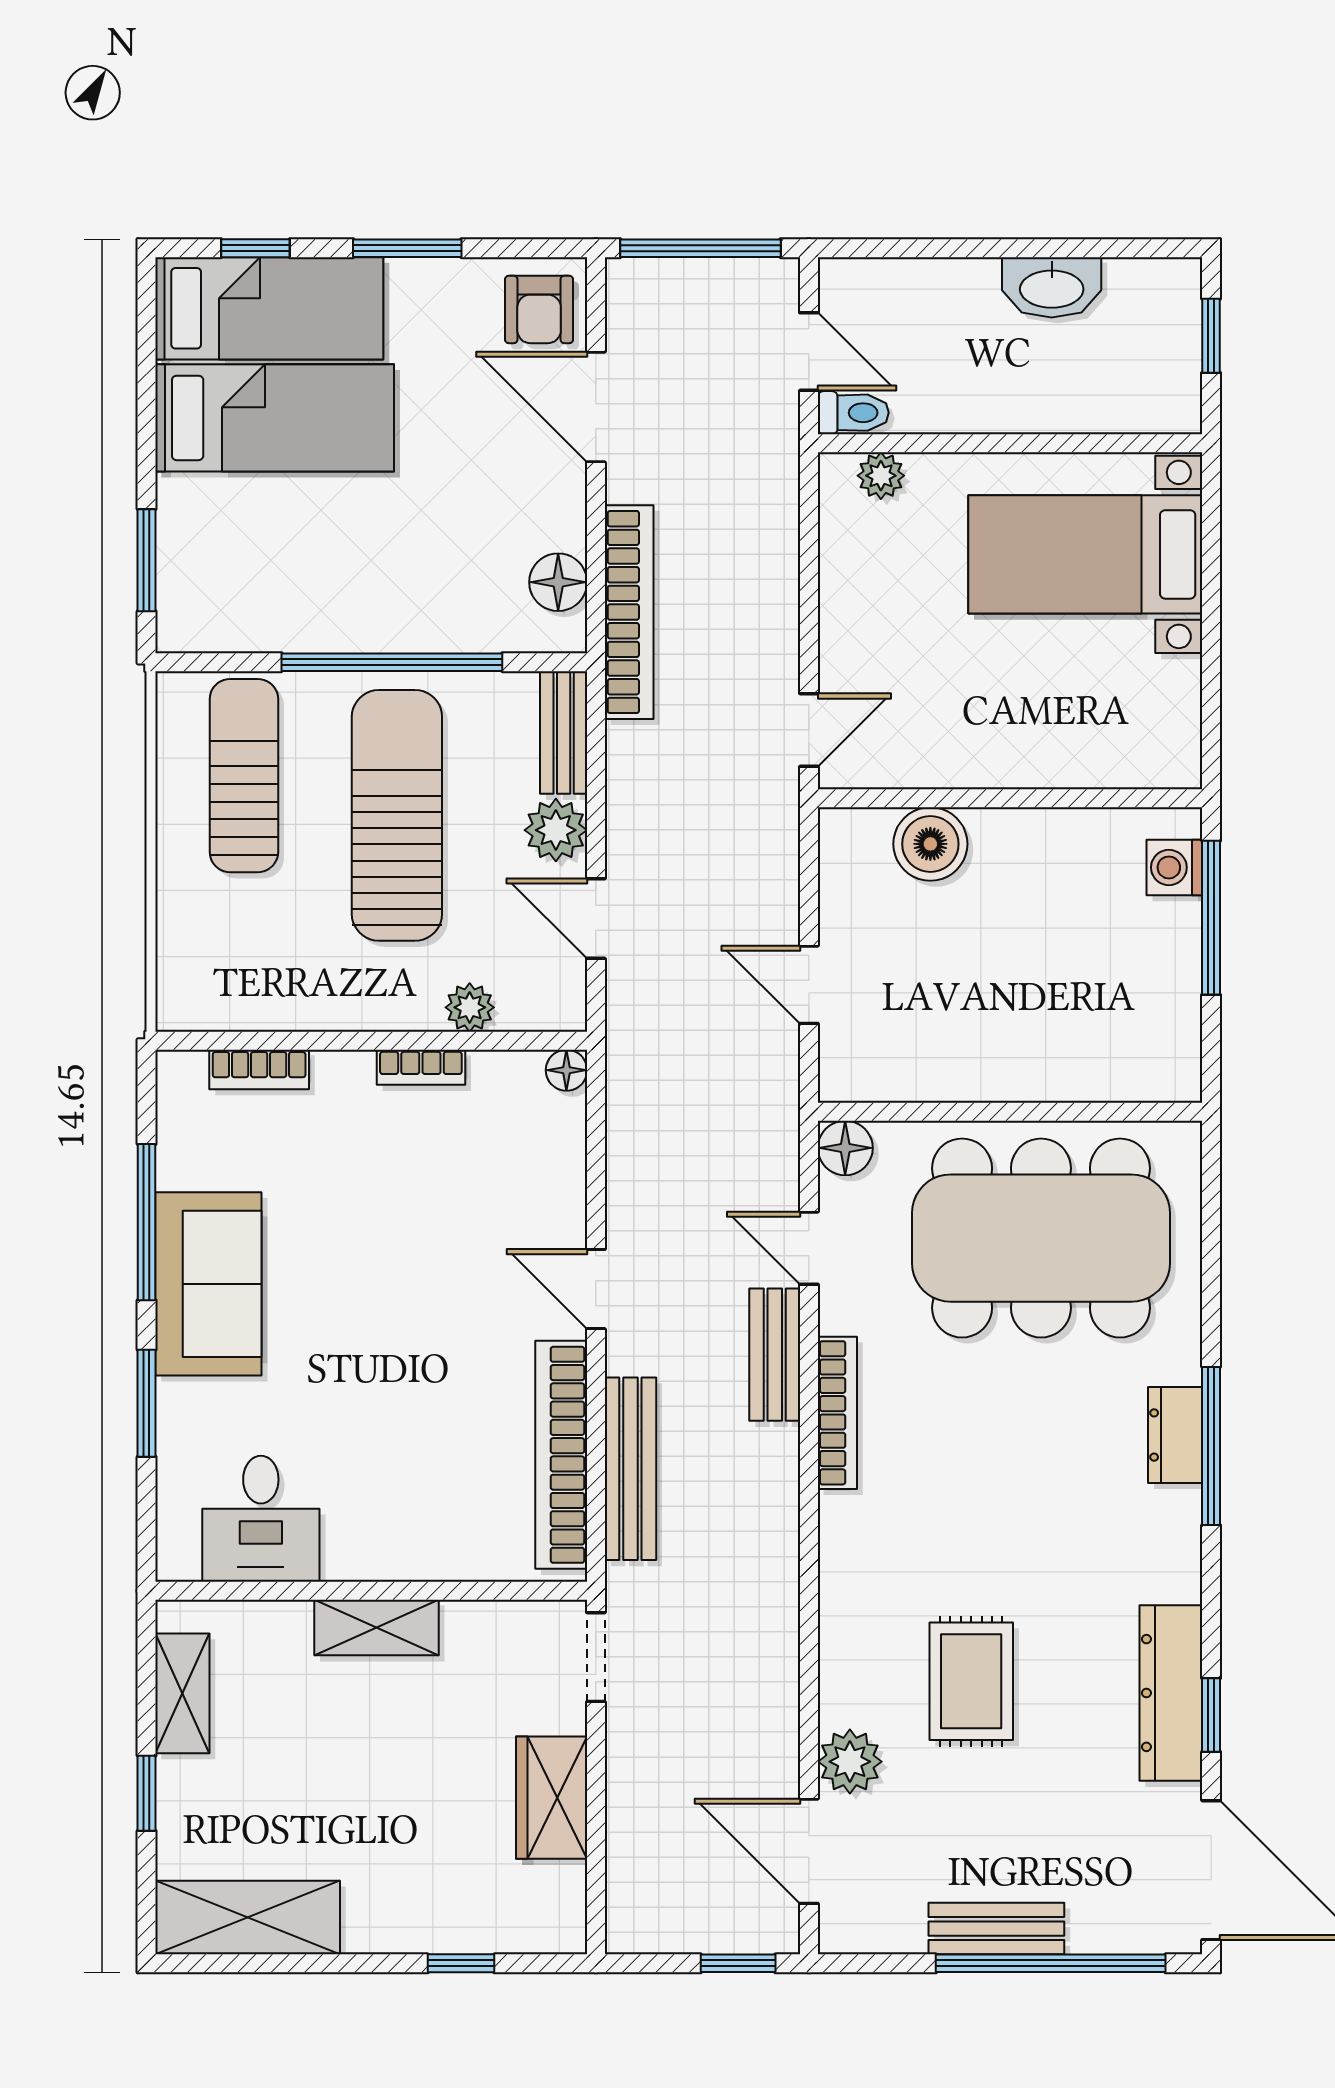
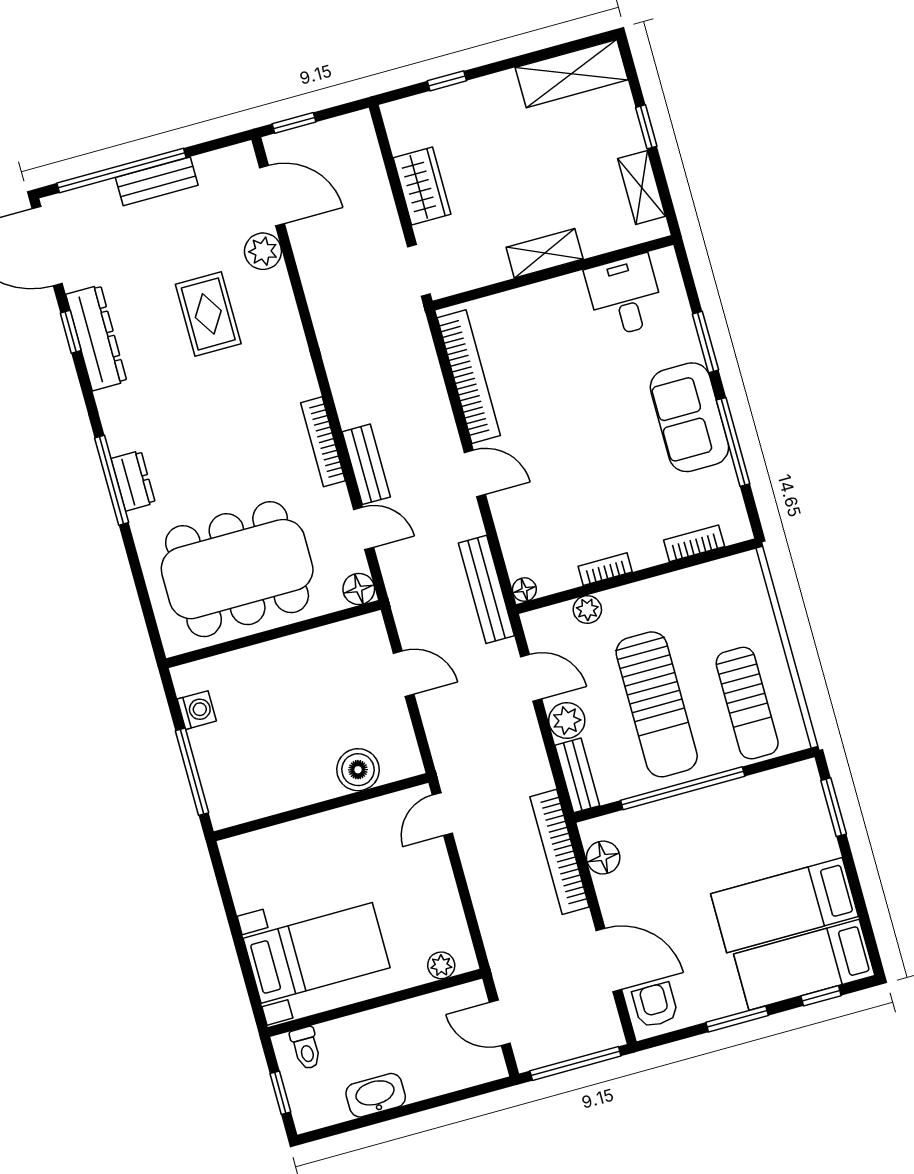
toilet: (853, 413) -> (306, 1048), moved, turned -90
washing machine: (1174, 867) -> (197, 710), moved
bench: (630, 1469) -> (486, 589), moved

